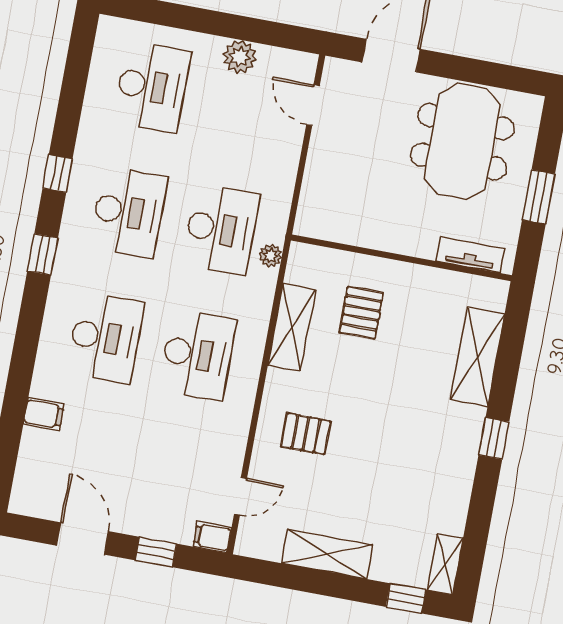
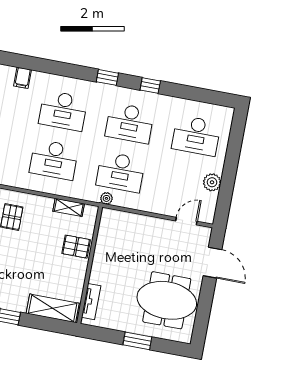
tv unit: (470, 255) -> (91, 302), moved
wall: (401, 258) -> (90, 265), moved
shelving: (292, 328) -> (69, 207), width x0.67, depth x0.75

